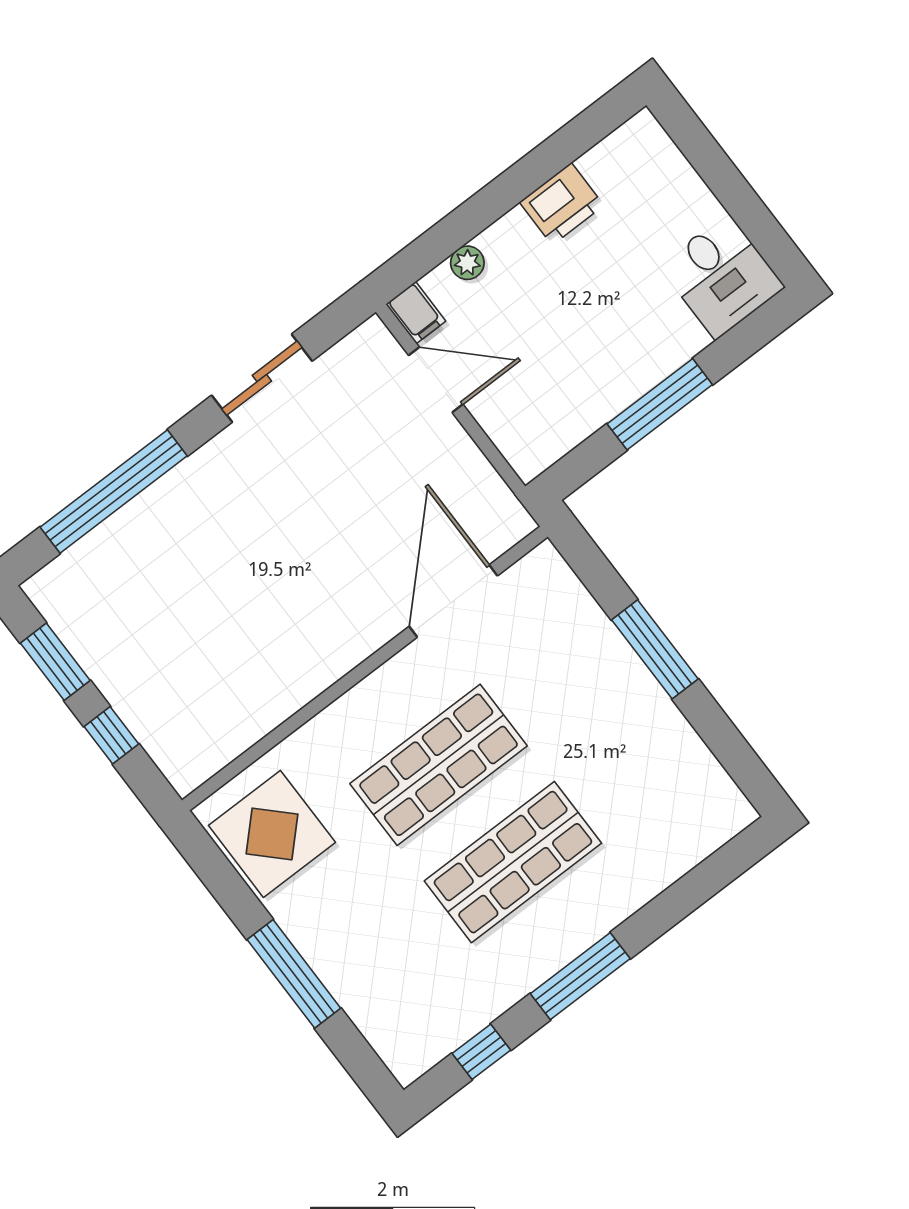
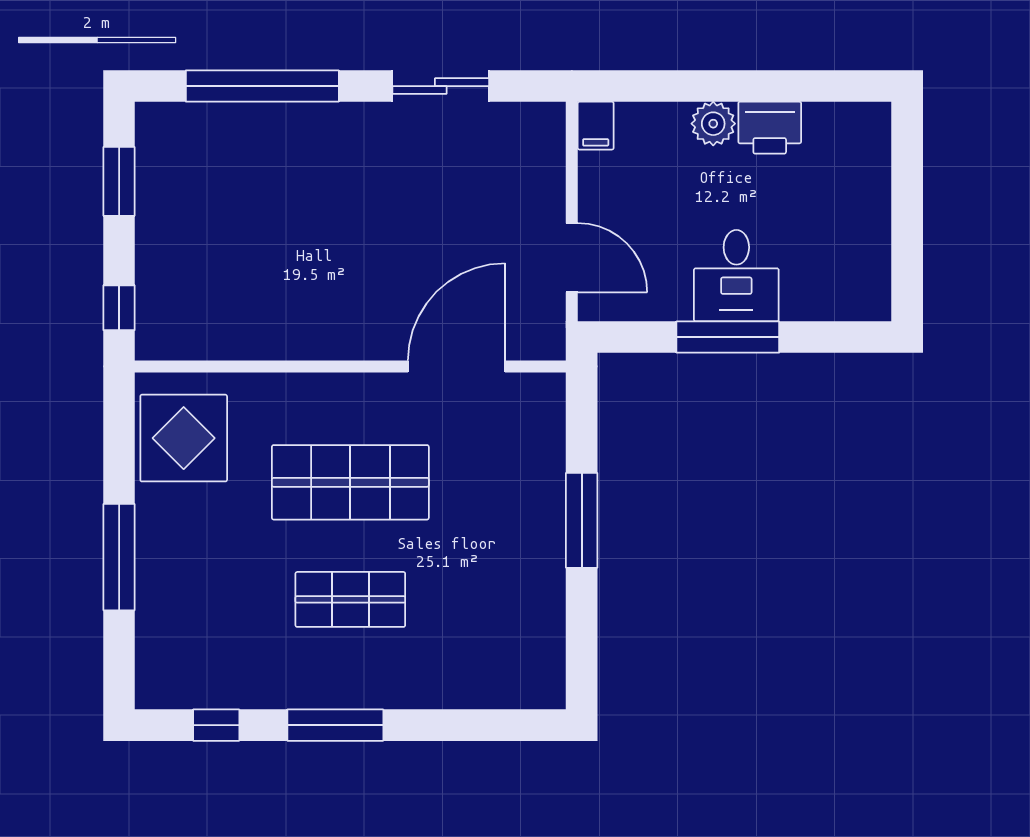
plant: (467, 263) -> (713, 124), moved, width x1.38, depth x1.38
desk: (722, 276) -> (736, 276), moved
door: (436, 380) -> (572, 258), moved
window: (111, 735) -> (119, 308), moved
shop shelf: (513, 862) -> (350, 599), width x0.70, depth x0.74

